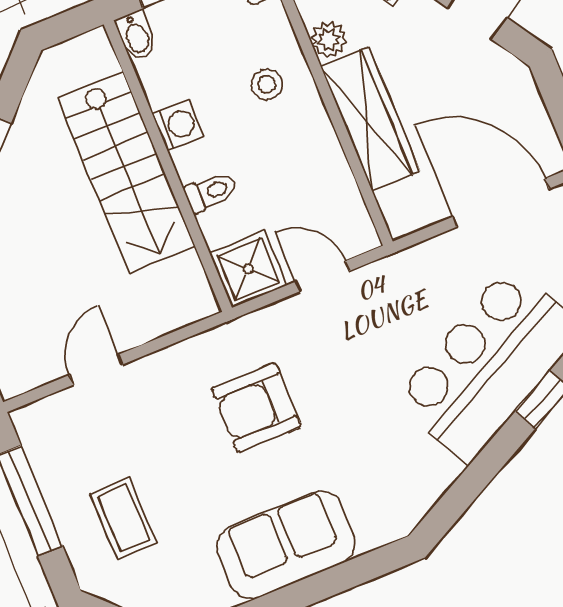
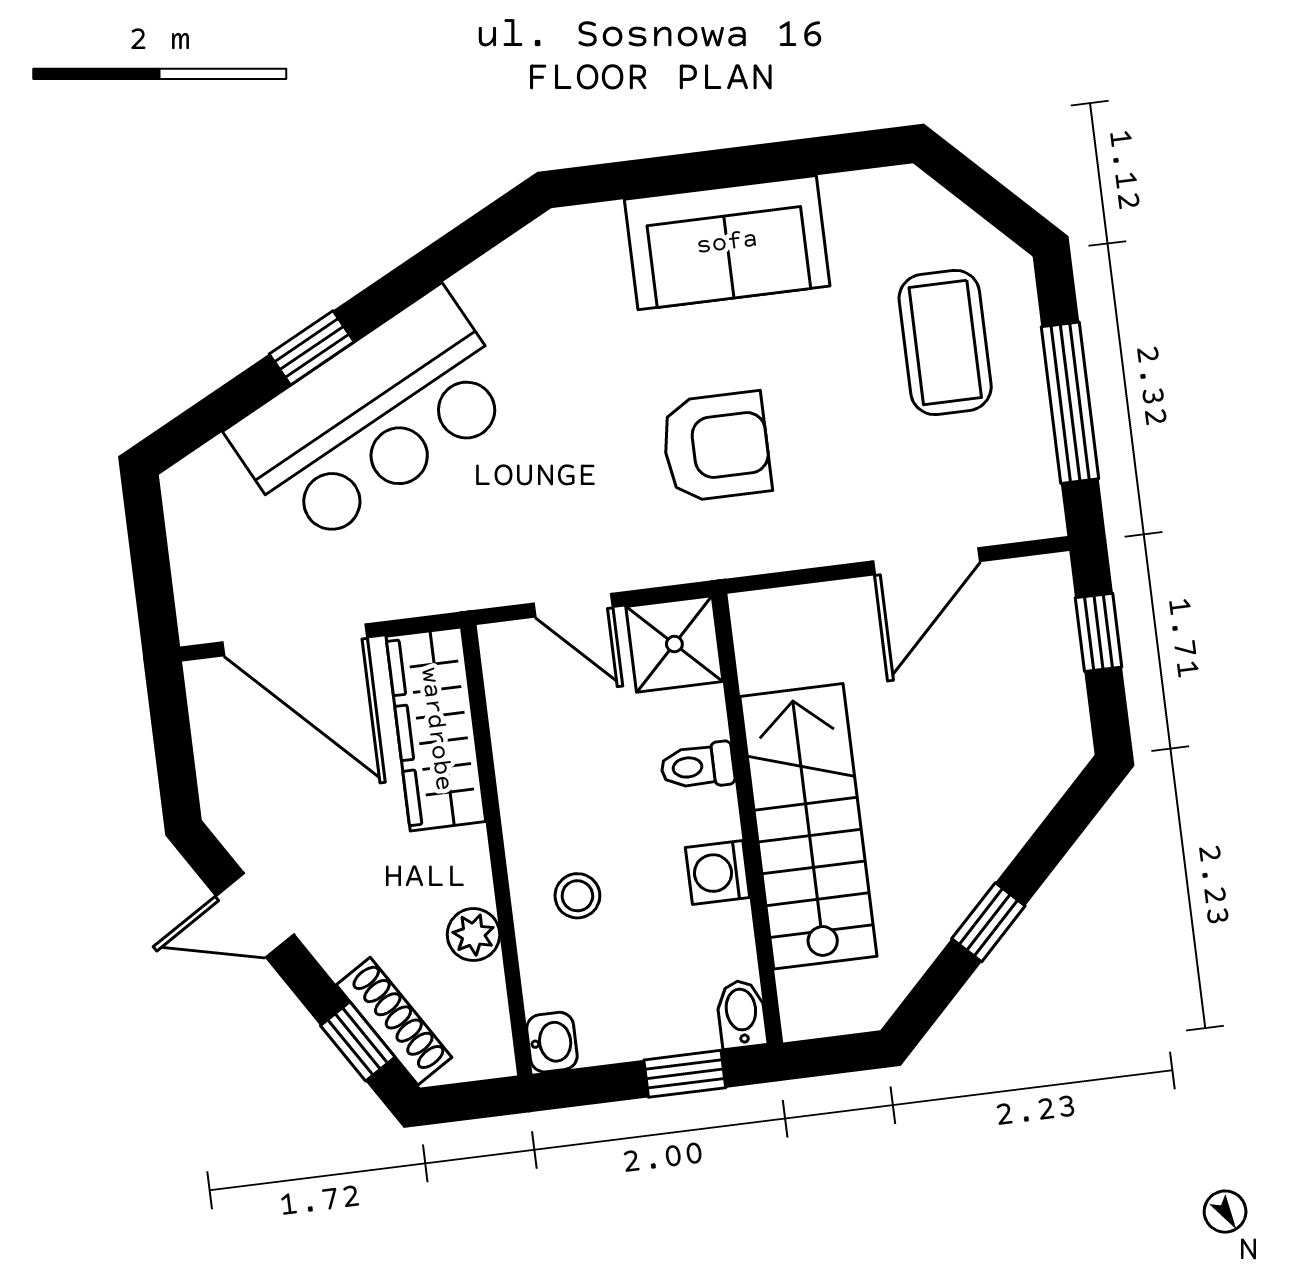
wardrobe: (370, 119) -> (436, 729), moved
door: (96, 370) -> (927, 561), width x1.38
coffee table: (123, 518) -> (945, 343), width x1.36, depth x1.30

